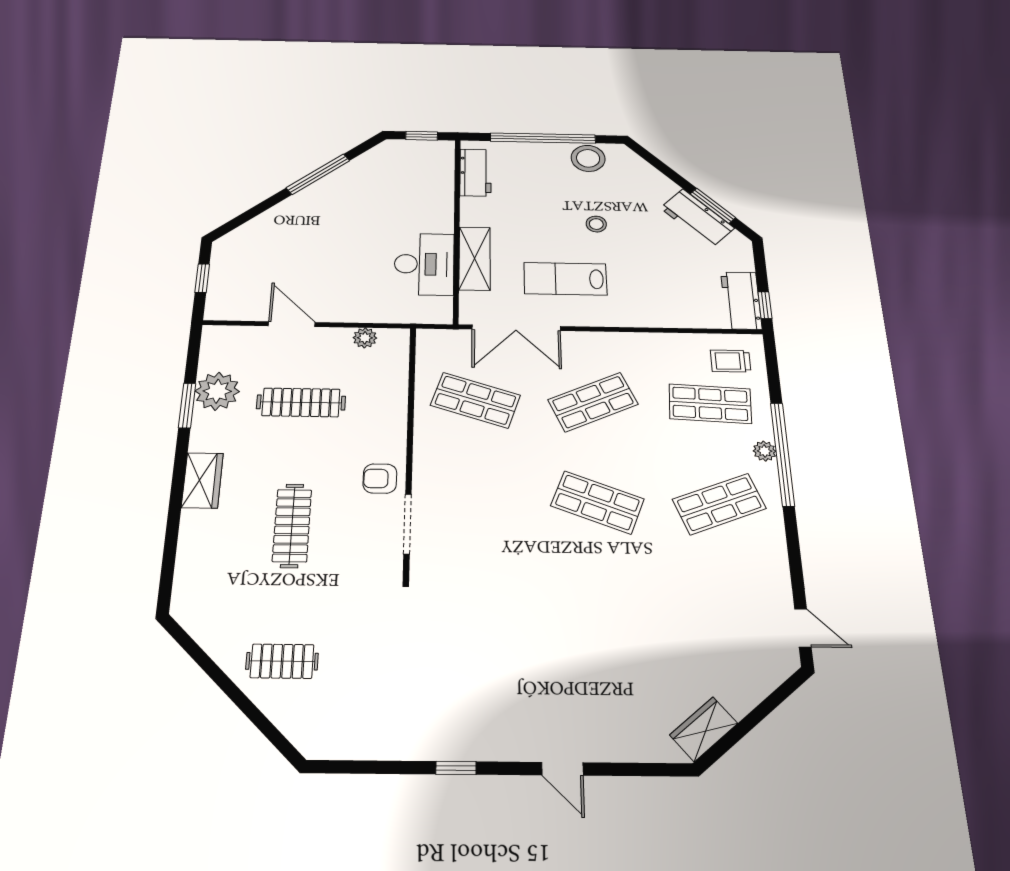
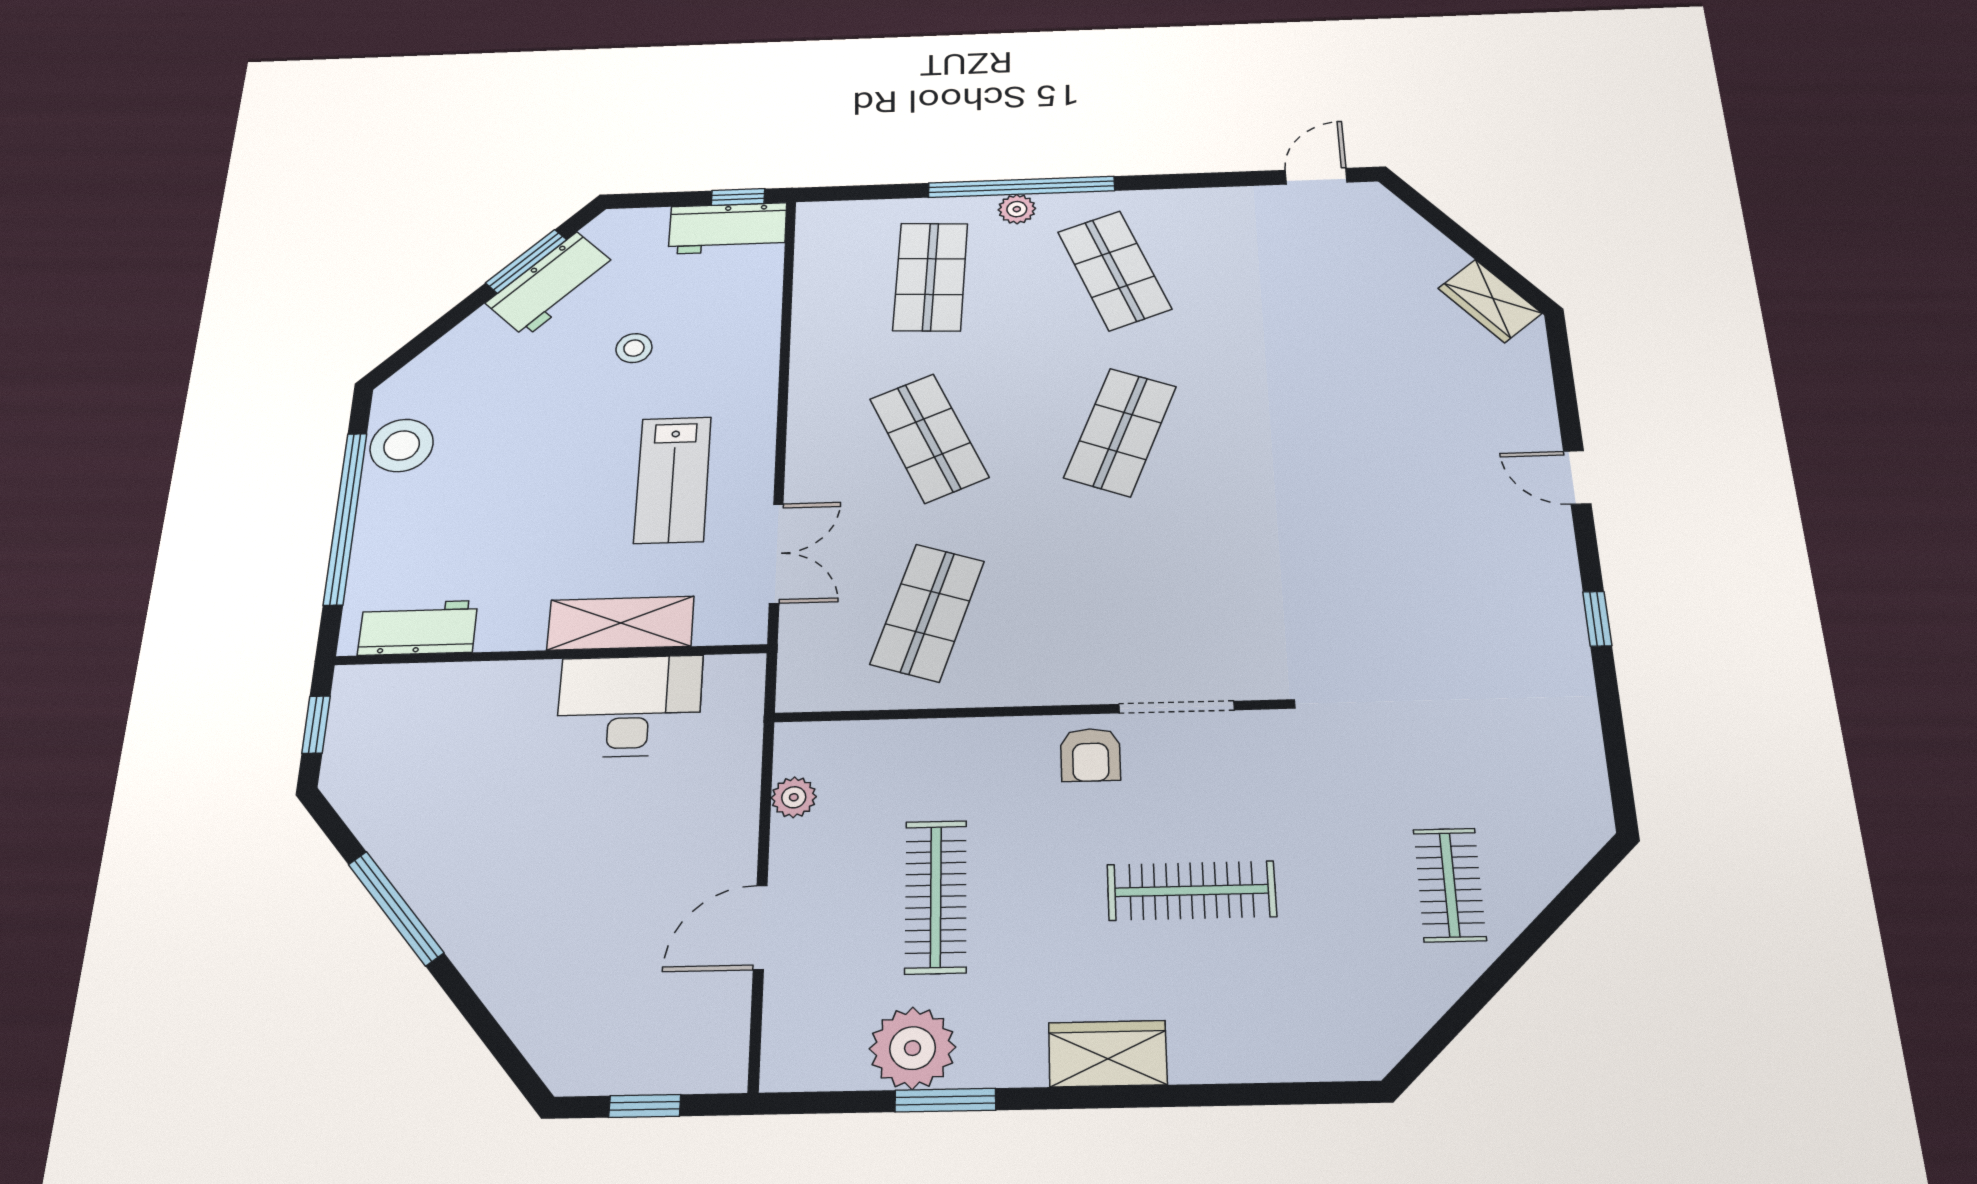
stool: (596, 224) -> (634, 348), moved
double door: (516, 328) -> (776, 553), width x0.73
trolley: (731, 361) -> (848, 247), removed
door: (562, 769) -> (1577, 477), swing flipped

